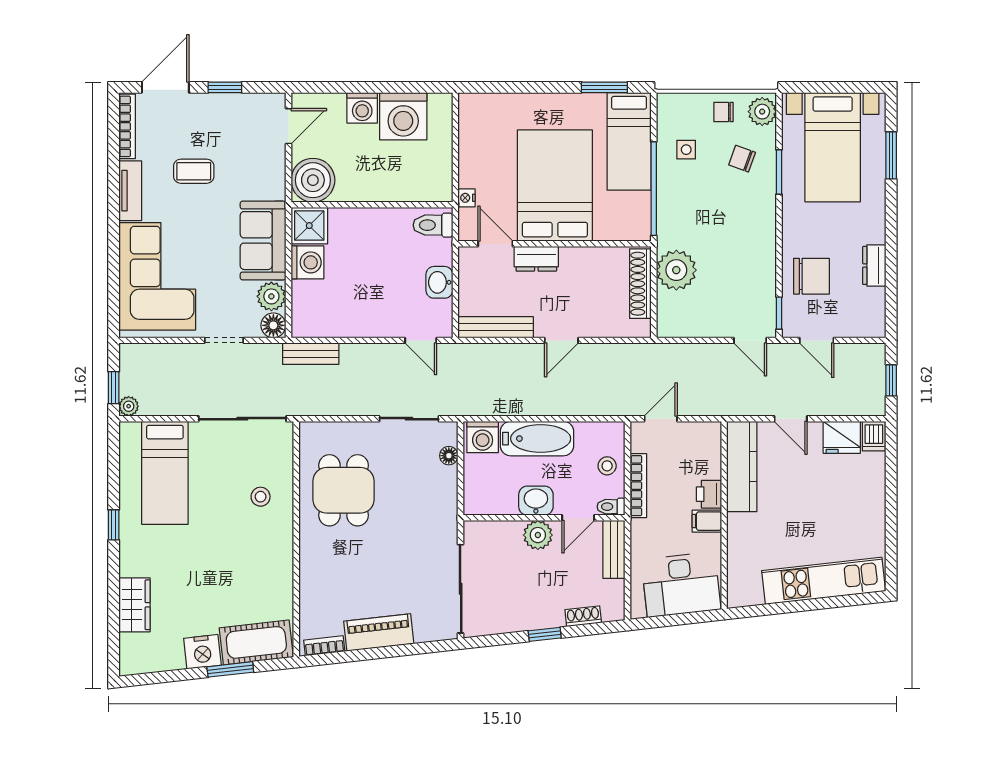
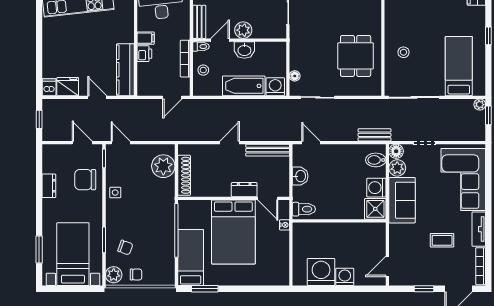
side table: (686, 150) -> (115, 193), moved
boiler: (313, 180) -> (373, 235), removed
plant: (676, 270) -> (163, 166), moved
bidet: (309, 310) -> (376, 160), added

